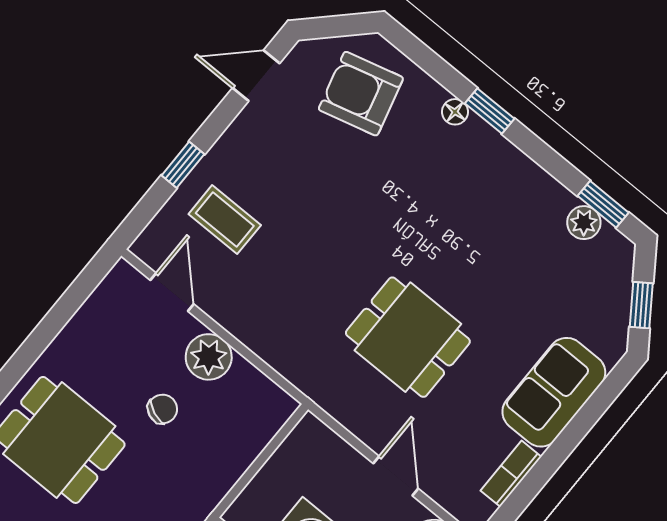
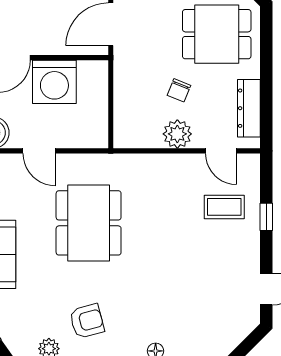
armchair: (361, 94) -> (87, 321), moved, width x0.72, depth x0.72
dresser: (94, 316) -> (249, 108), added
dining table: (408, 337) -> (89, 223), width x1.37

